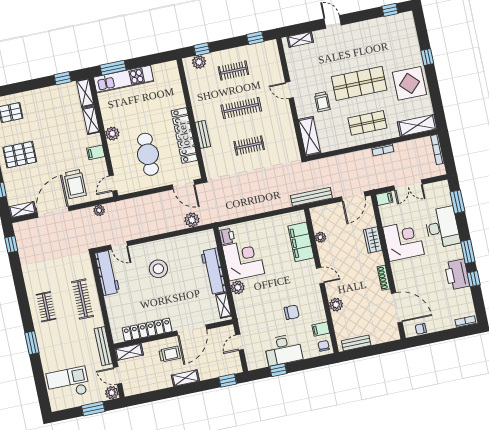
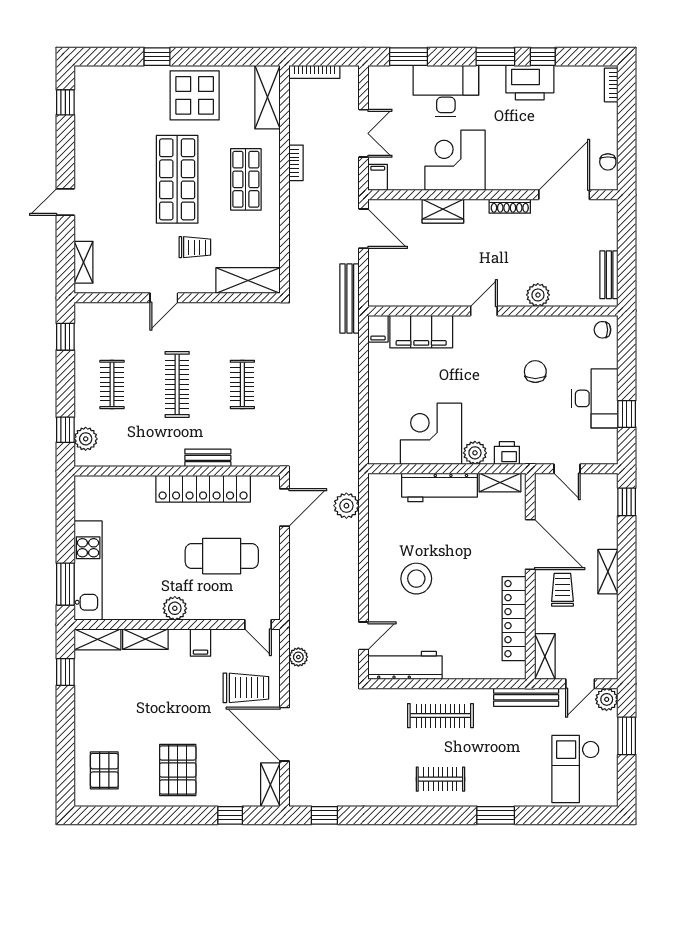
printer: (227, 236) -> (507, 453), moved
plant: (320, 237) -> (420, 297), removed
filing cabinet: (321, 329) -> (378, 329), moved

